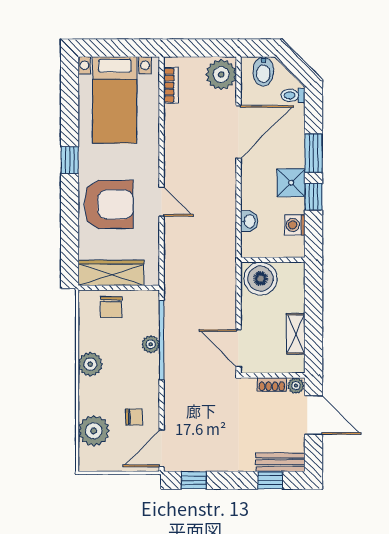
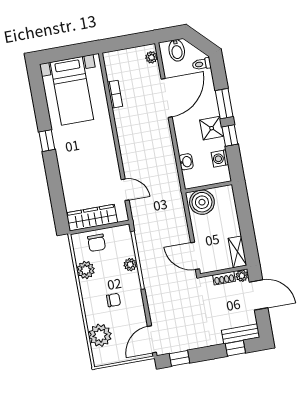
plant: (221, 75) -> (152, 57), width x0.53, depth x0.53
bookcase: (171, 85) -> (115, 94), moved
door: (162, 201) -> (125, 190), moved
armchair: (109, 204) -> (81, 168), removed
shelving: (296, 334) -> (237, 252), moved
plant: (90, 364) -> (86, 270), moved
chair: (134, 417) -> (113, 300), moved

